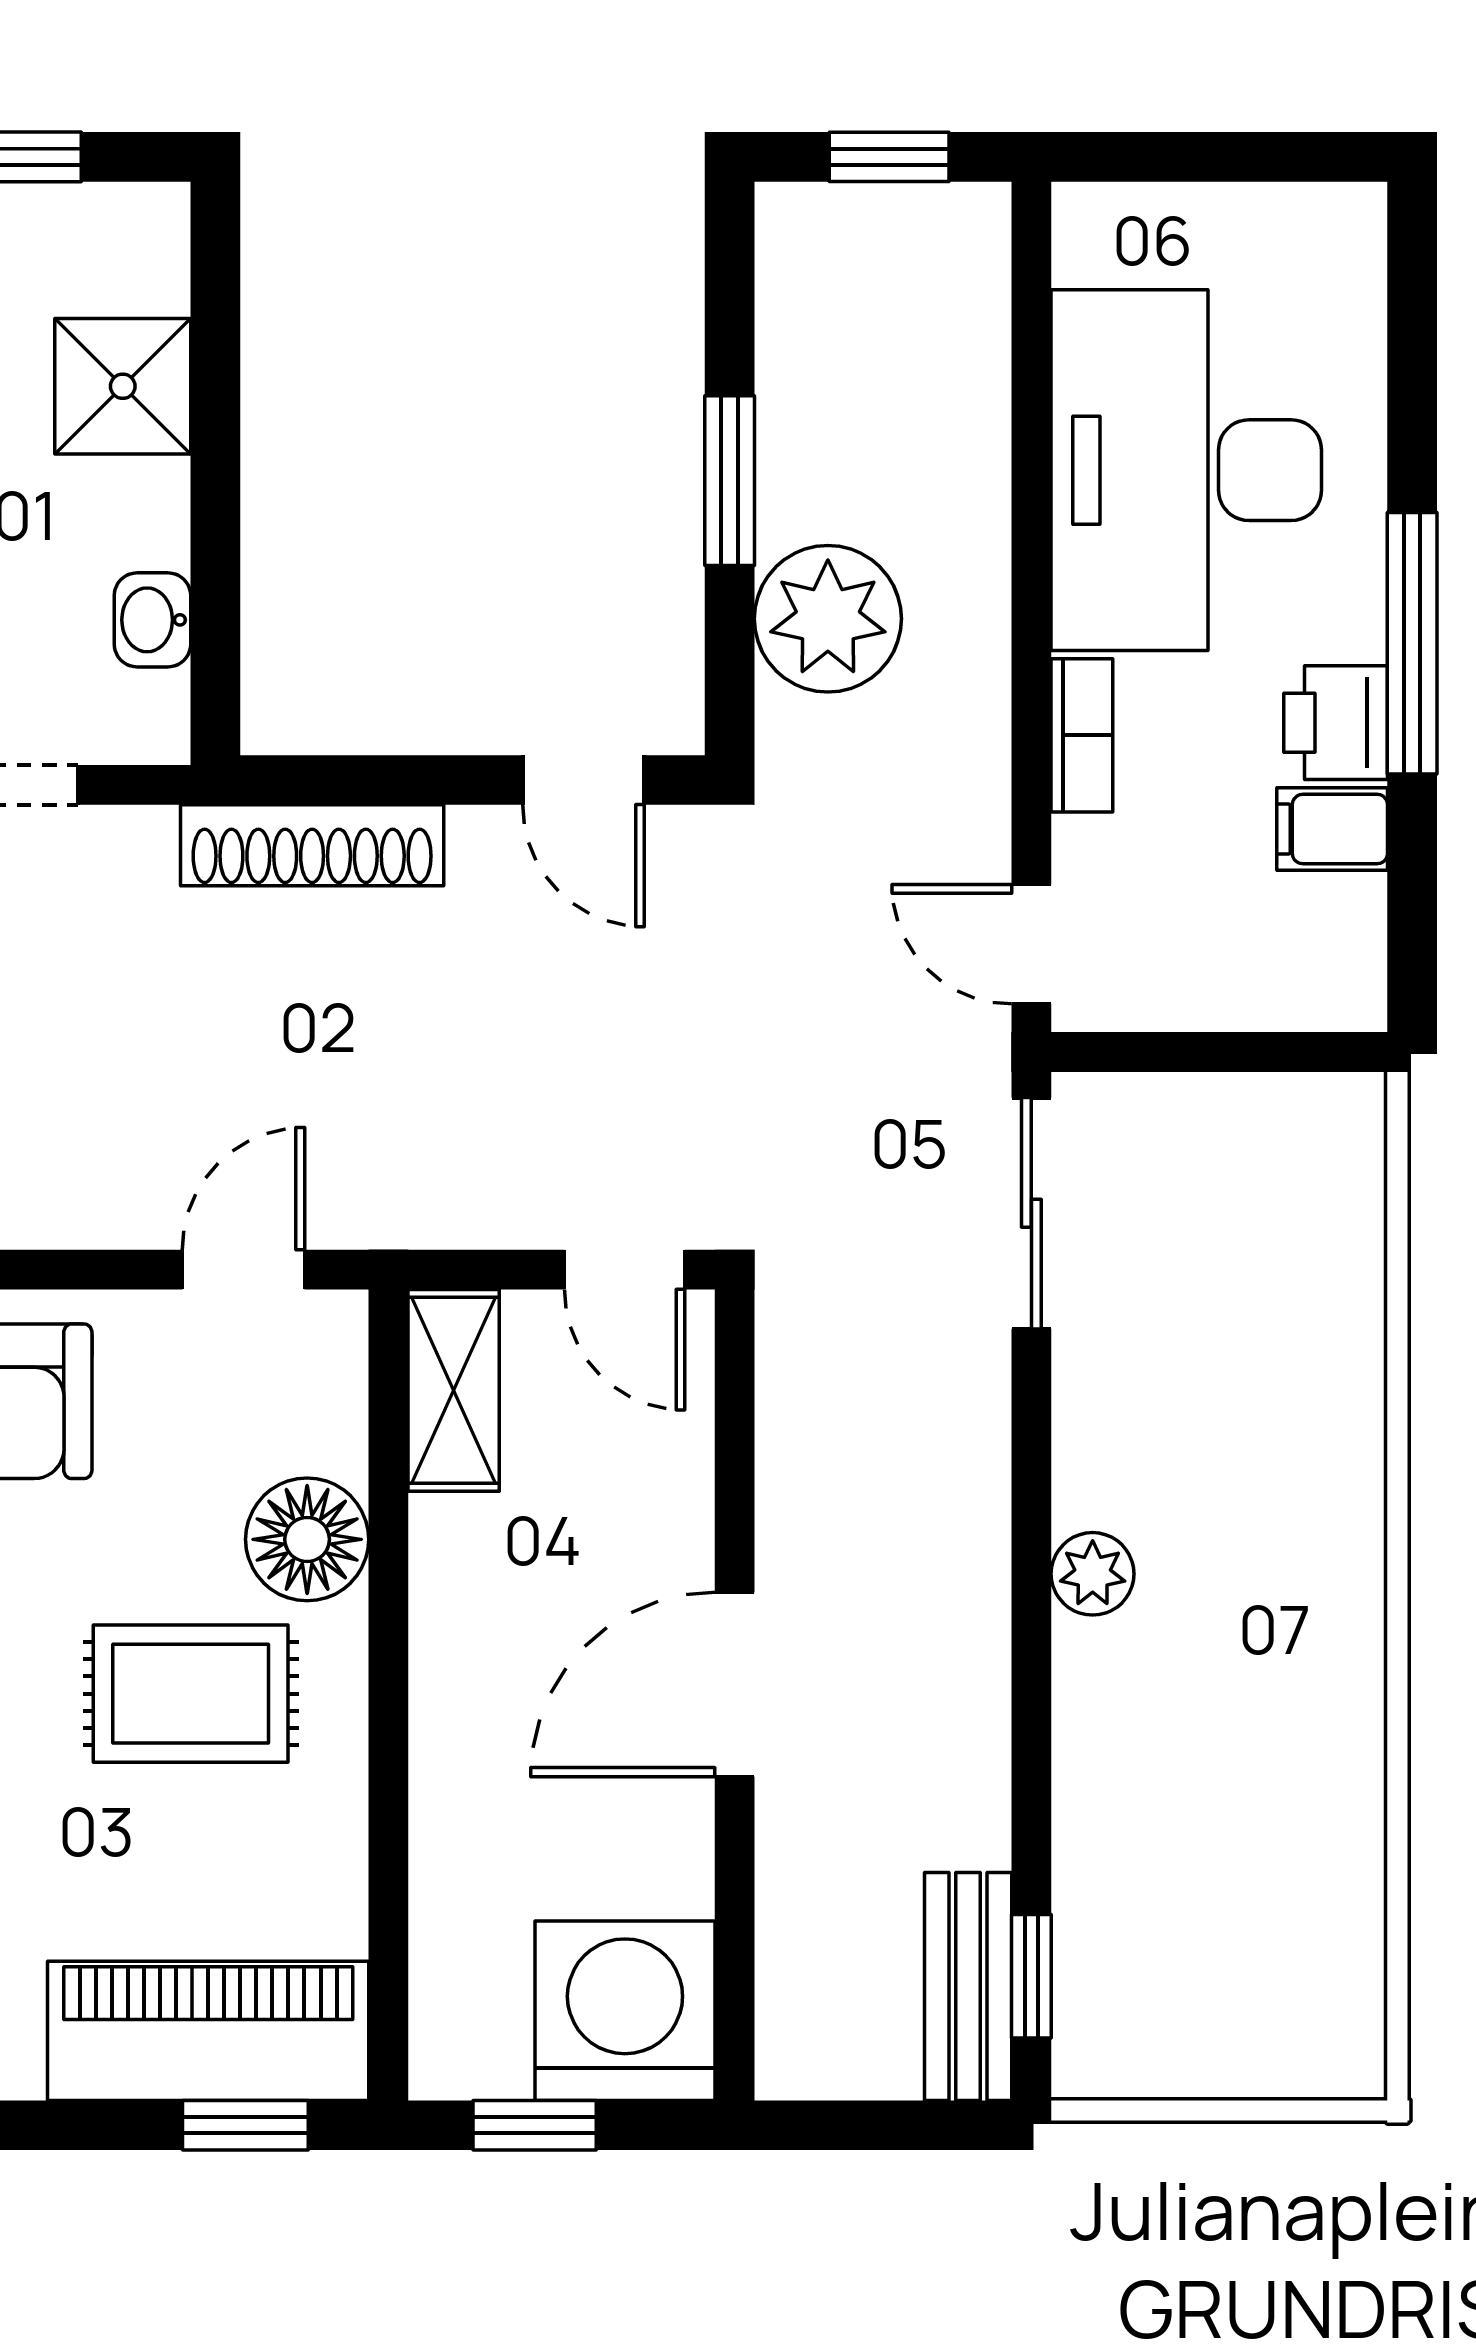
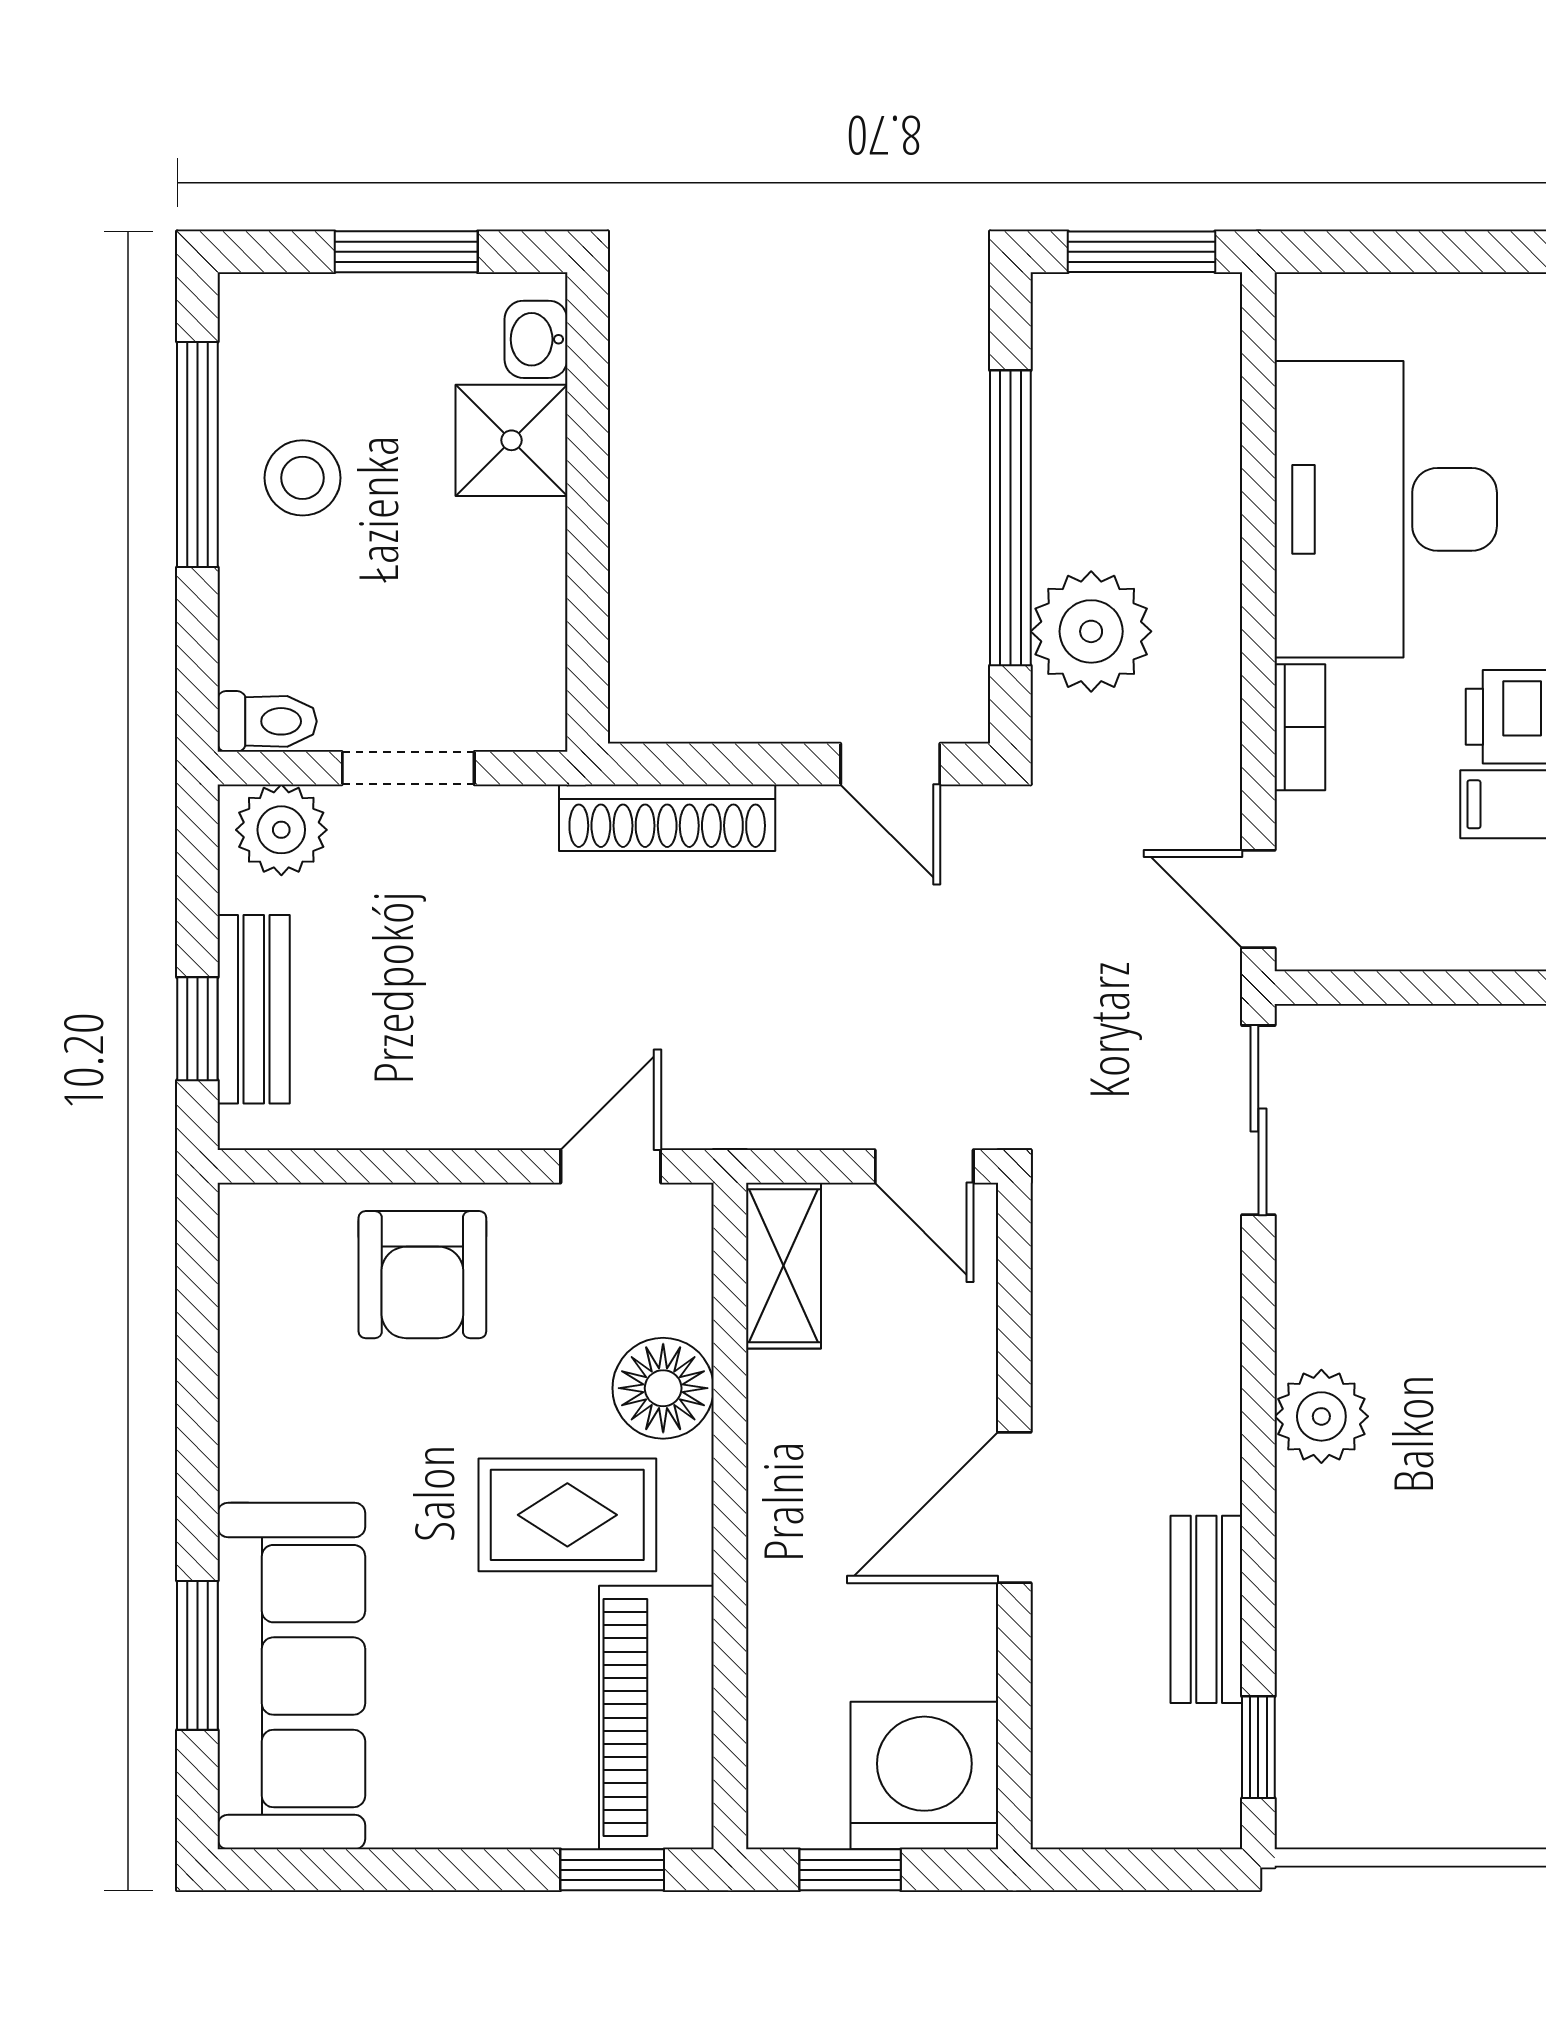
window: (889, 157) -> (1141, 252), width x1.50
window: (730, 481) -> (1010, 518), width x2.11
washbasin: (152, 620) -> (536, 339), moved
plant: (1093, 1574) -> (1321, 1416), width x1.38, depth x1.38
bench: (968, 1986) -> (1206, 1609), moved
piano: (208, 2031) -> (656, 1718), moved, turned -90

